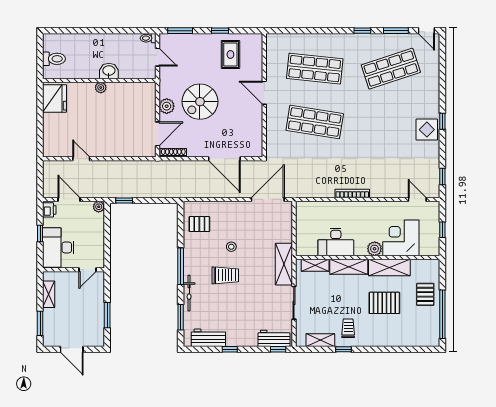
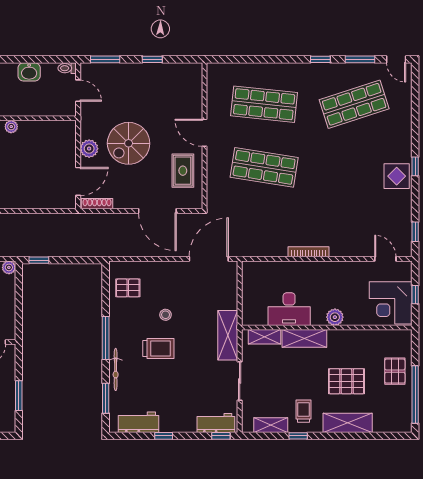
rug: (230, 54) -> (183, 171), moved
washbasin: (109, 71) -> (29, 72), moved, turned 180
corner desk: (401, 238) -> (391, 303), moved, turned -90
shelving: (389, 267) -> (348, 423), moved

